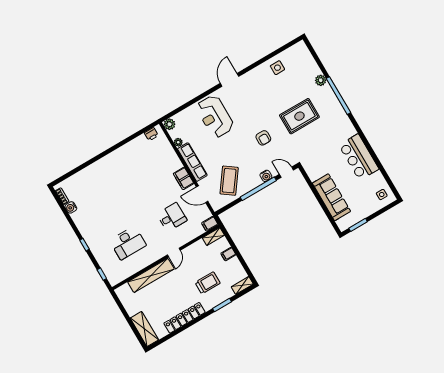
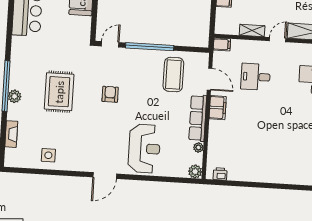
fireplace: (313, 65) -> (11, 134), added
plant: (321, 80) -> (15, 96), moved
rug: (299, 116) -> (59, 92), turned 90
door: (286, 172) -> (110, 44), swing flipped
water cooler: (266, 176) -> (133, 54), removed
coffee table: (229, 181) -> (173, 75), turned -36
shelving: (213, 237) -> (252, 31), moved

